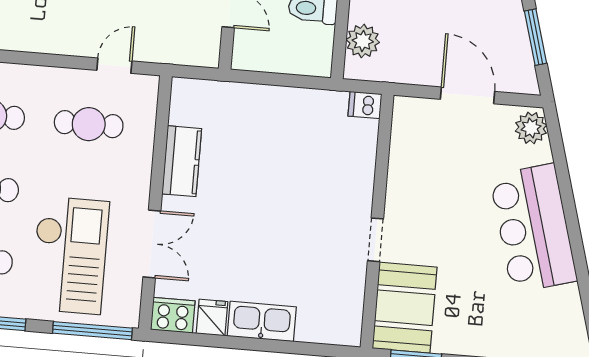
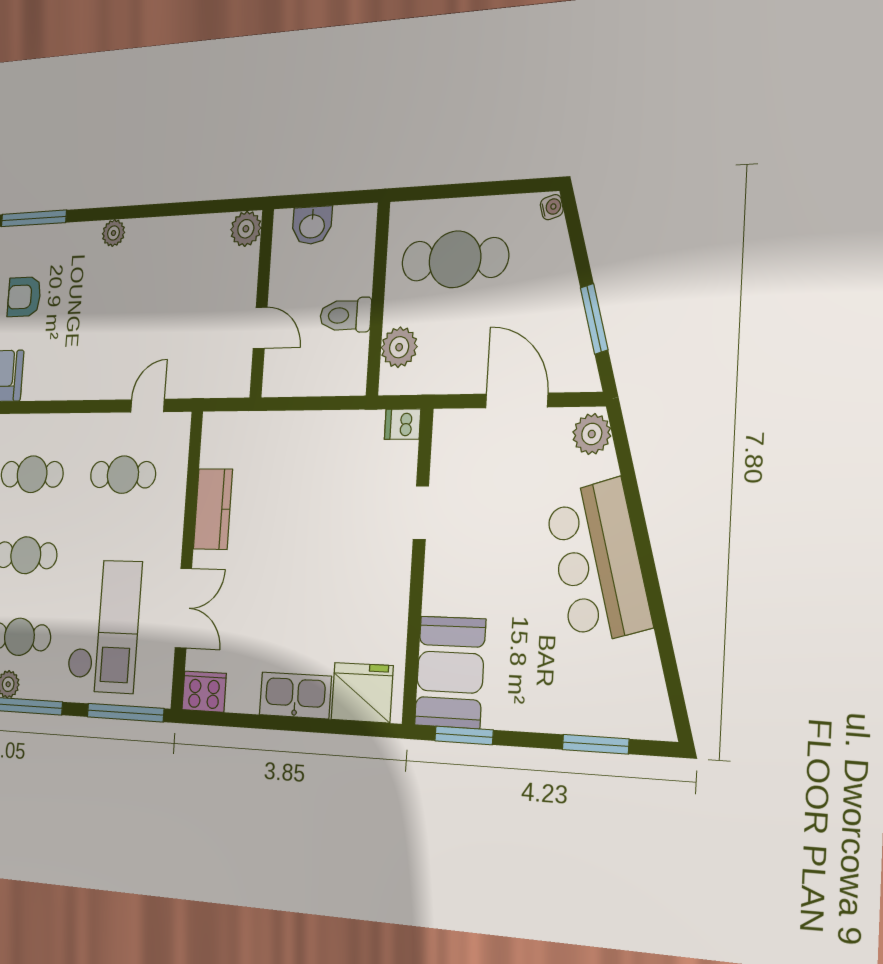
doorway: (375, 240) -> (421, 513), moved
fridge: (212, 318) -> (362, 693), moved, width x1.88, depth x1.34

